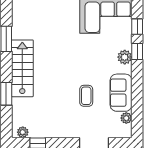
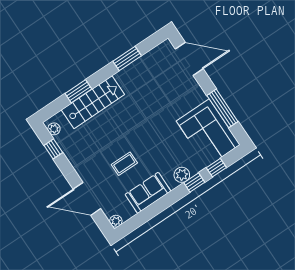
stairs: (22, 68) -> (93, 102), moved
plant: (126, 118) -> (116, 221), moved

